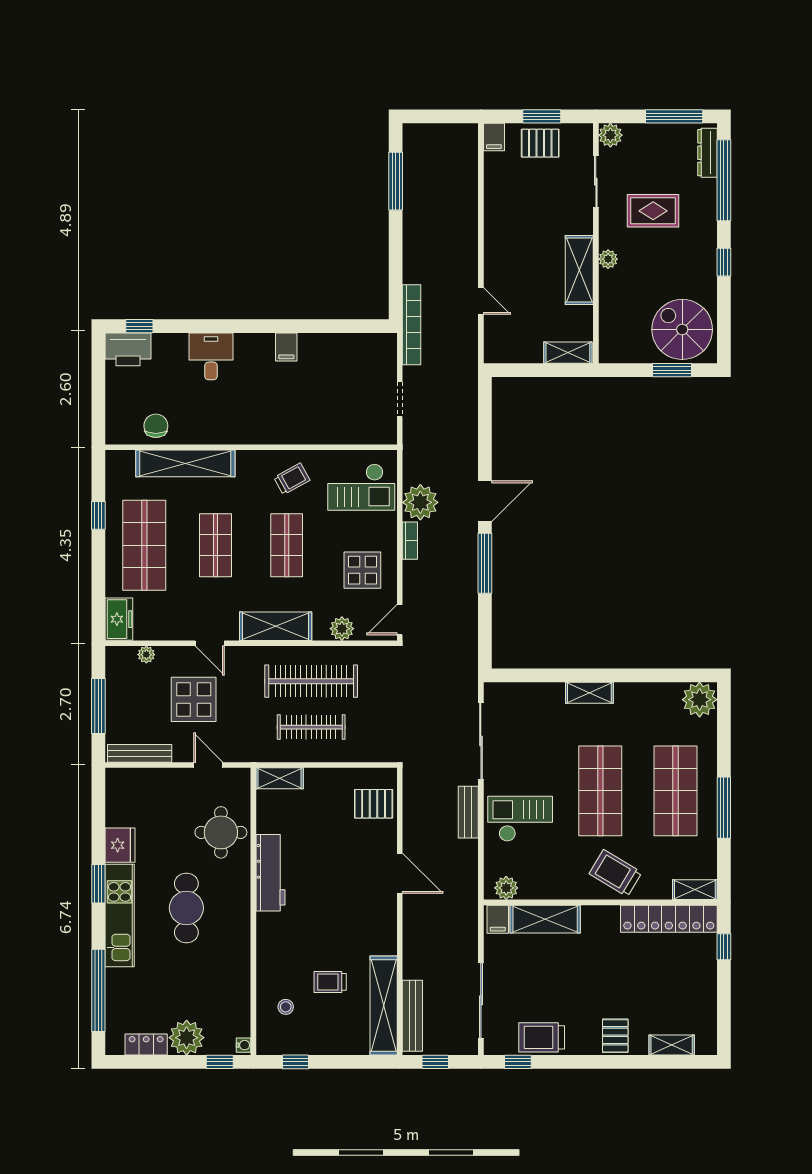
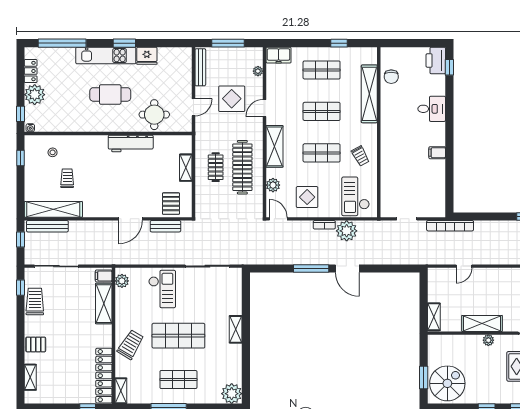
chair: (156, 426) -> (391, 77), turned 90
shop shelf: (144, 545) -> (322, 70), width x0.70, depth x0.74
clothes rail: (311, 727) -> (216, 167), width x0.73
shelving: (280, 778) -> (186, 168), moved
shop shelf: (675, 791) -> (178, 380), width x0.70, depth x0.74
bench: (468, 812) -> (165, 226), moved

